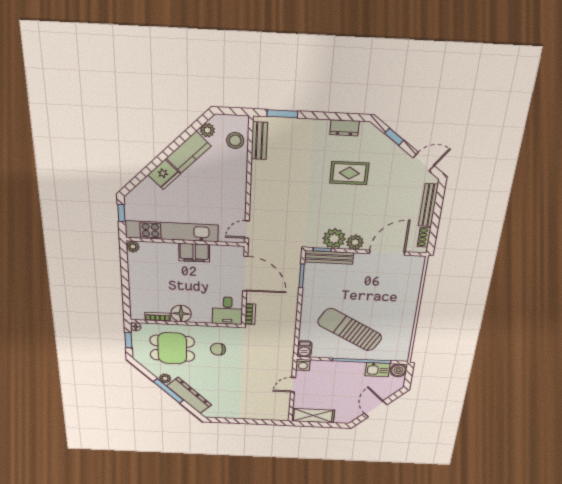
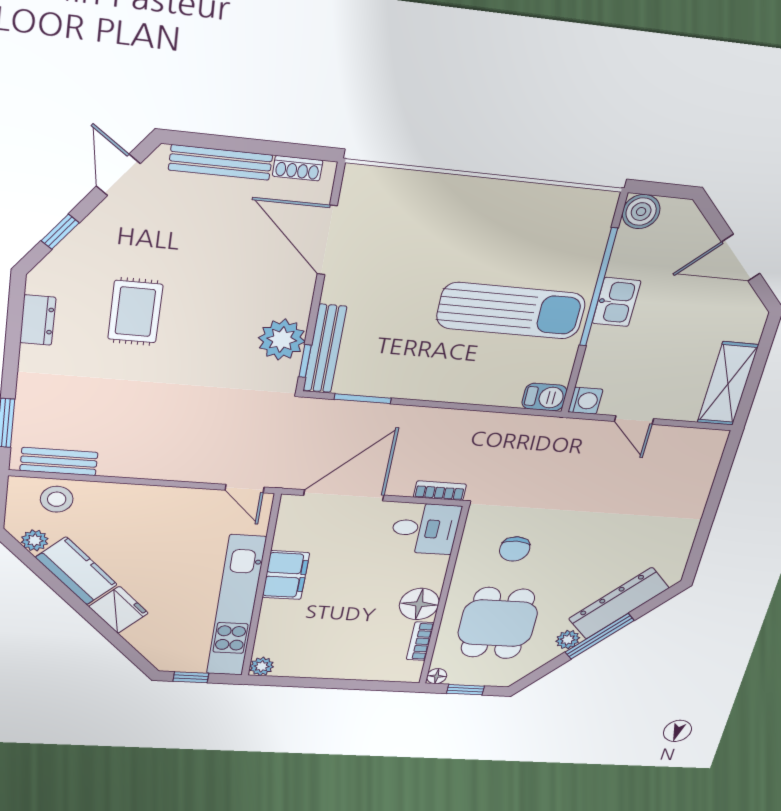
plant: (355, 242) -> (295, 301), removed
sun lounger: (350, 330) -> (511, 311), turned -119
kitchen sink: (377, 370) -> (616, 302), moved

